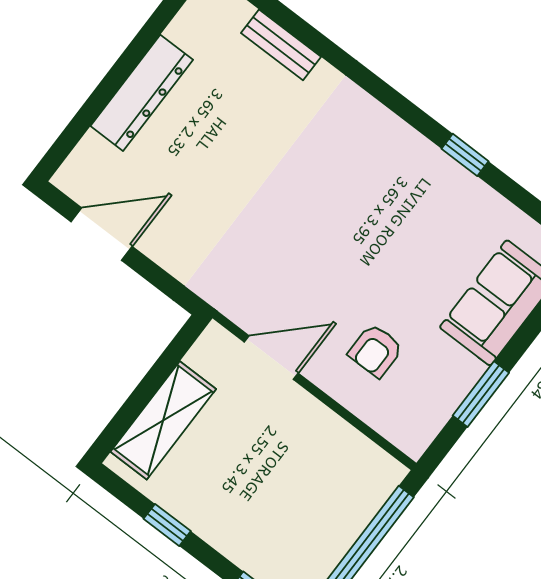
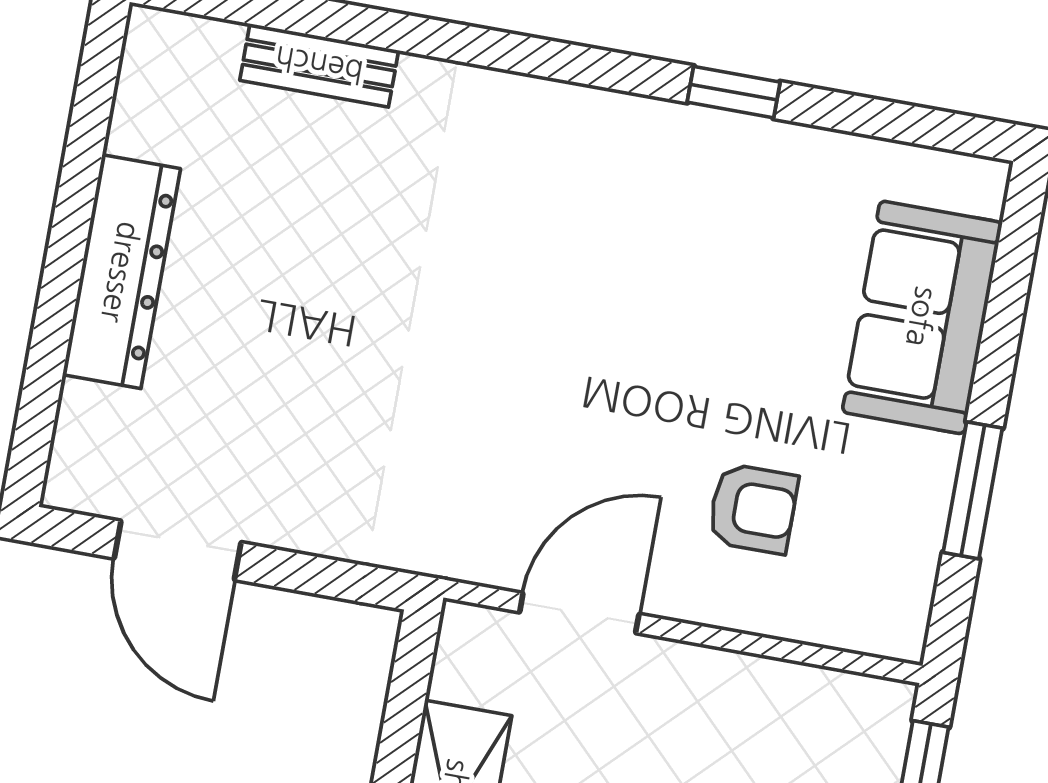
door: (102, 234) -> (178, 550), swing flipped
armchair: (376, 351) -> (753, 509), turned -90

